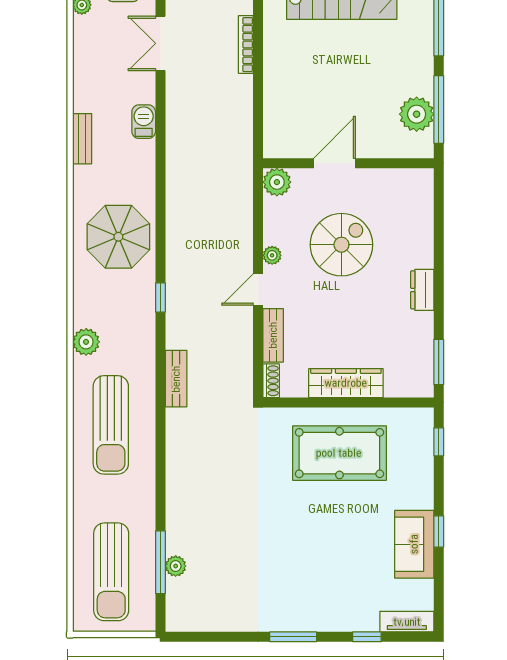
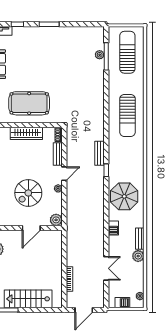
double door: (160, 43) -> (106, 268), moved
barbecue: (144, 122) -> (113, 228), moved
plant: (86, 342) -> (138, 256), moved
bench: (176, 379) -> (99, 153), moved
sun lounger: (111, 425) -> (127, 115), turned 180

